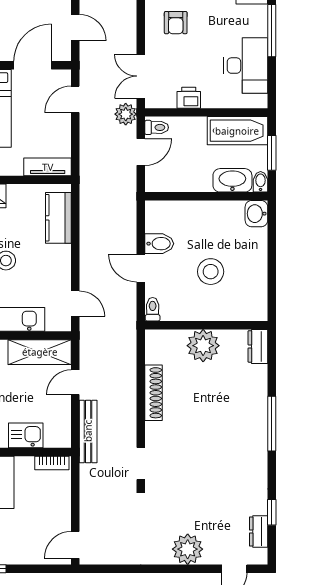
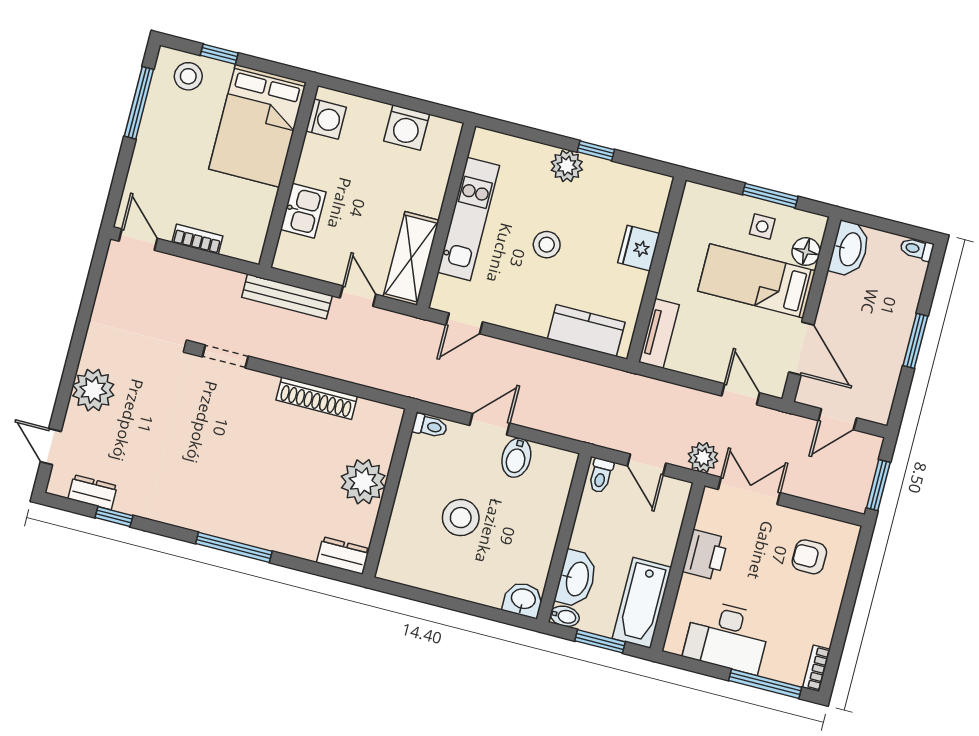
printer: (189, 98) -> (705, 555), width x1.36, depth x1.24
toilet: (157, 127) -> (601, 476), moved
bookcase: (52, 463) -> (197, 239), moved, turned 90

